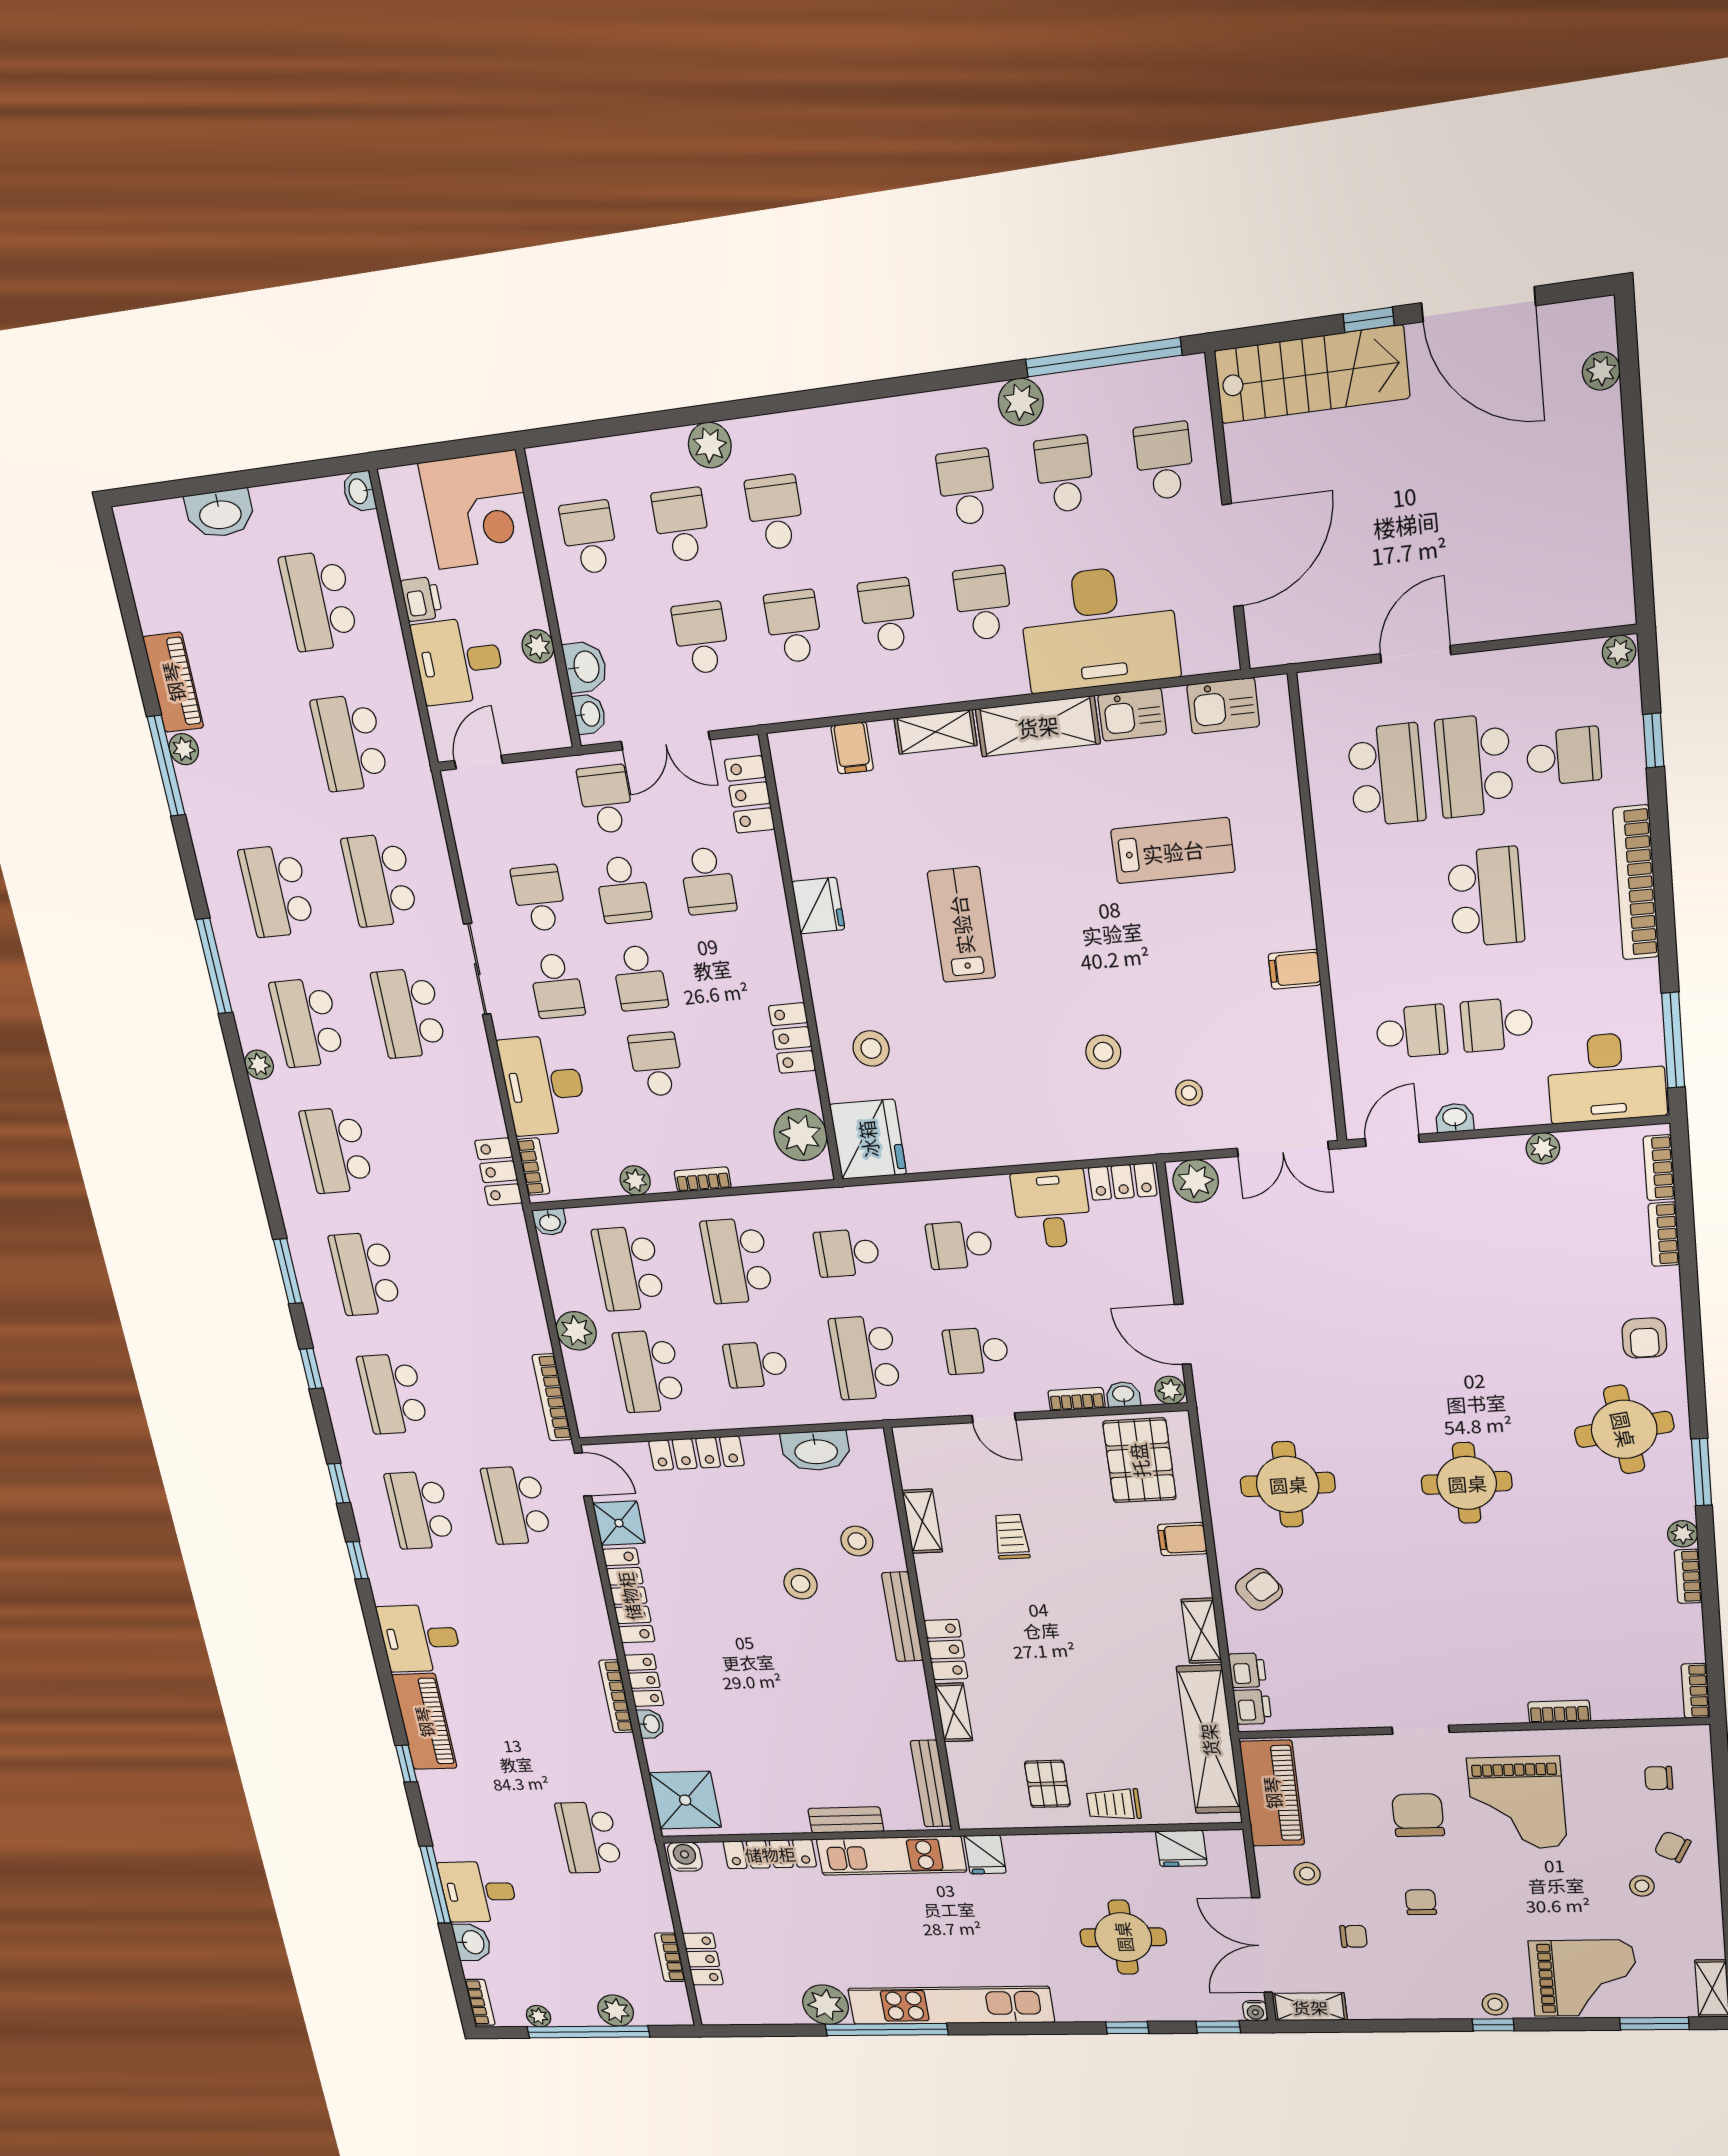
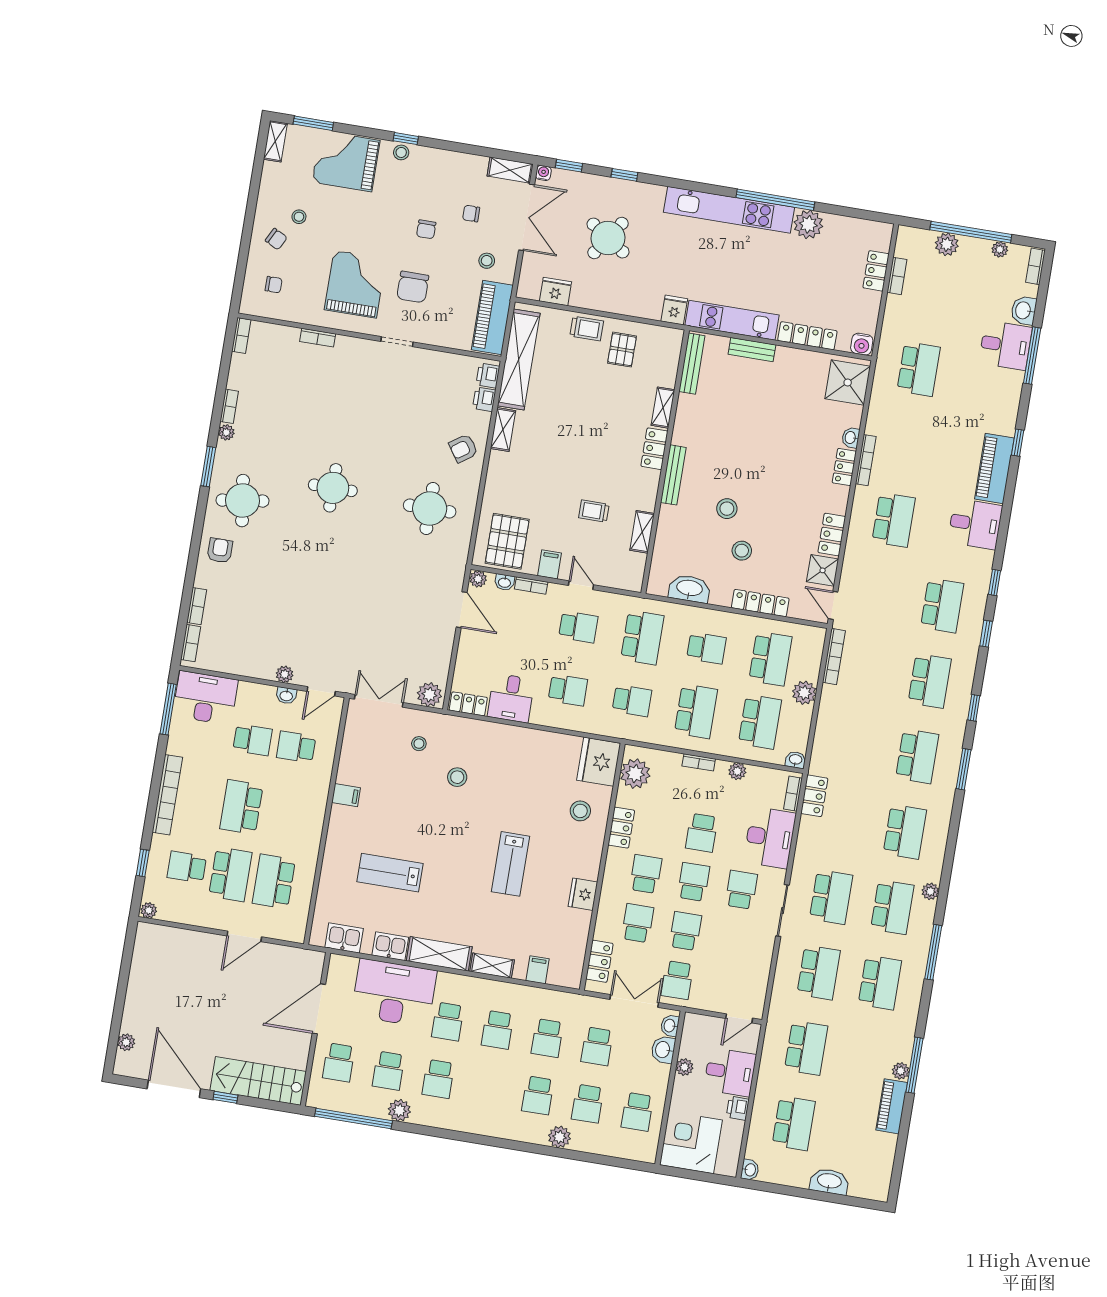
school desk: (539, 898) -> (646, 874), moved, turned 180
plant: (1543, 1148) -> (285, 674), moved
school desk: (516, 1505) -> (894, 520), moved
trolley: (1011, 1537) -> (594, 511), turned 90
filing cabinet: (1182, 1539) -> (549, 564), moved, turned -90
stool: (857, 1541) -> (742, 551), moved
locker: (629, 1596) -> (832, 535), width x0.66
round table: (1123, 1937) -> (608, 238), turned 34

